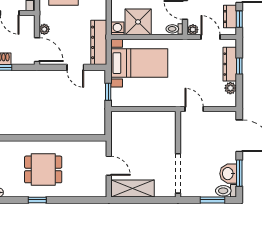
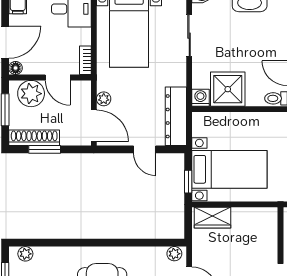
bed with nightstands: (139, 63) -> (229, 169), moved
wardrobe: (127, 119) -> (212, 218), added
plant: (98, 146) -> (174, 254), added

